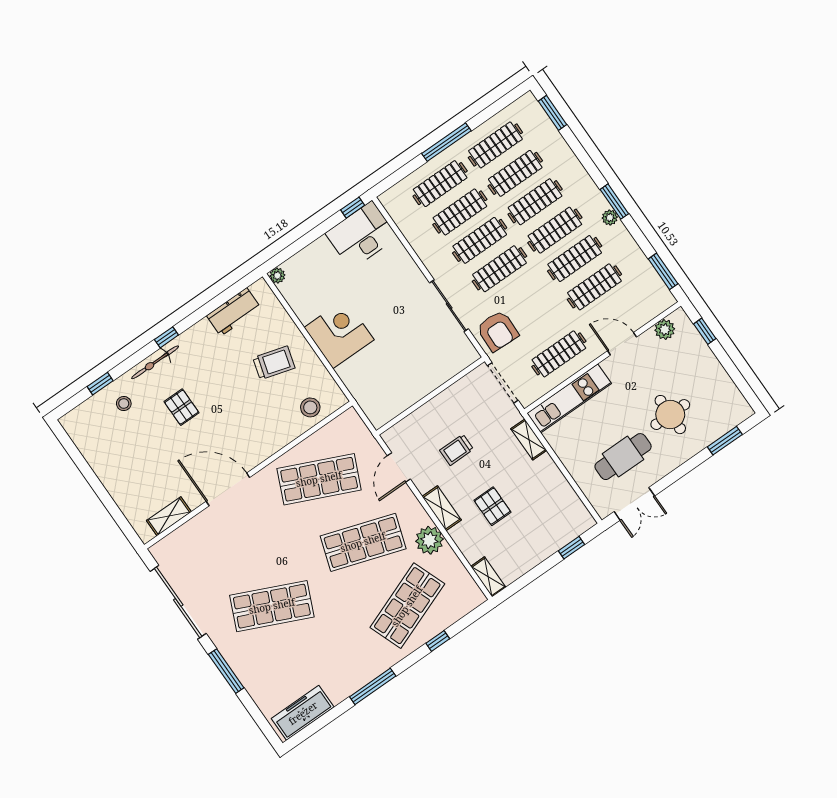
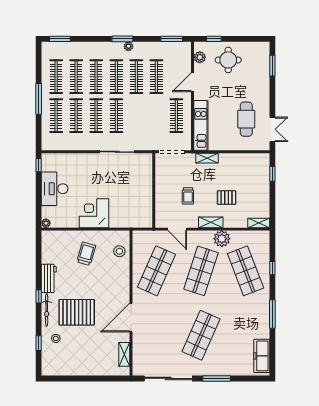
desk: (361, 235) -> (55, 189), moved
workbench: (234, 312) -> (49, 278), moved
armchair: (498, 331) -> (145, 137), removed
pallet: (182, 407) -> (77, 312), width x2.05, depth x2.00
round table: (670, 415) -> (228, 60), moved

